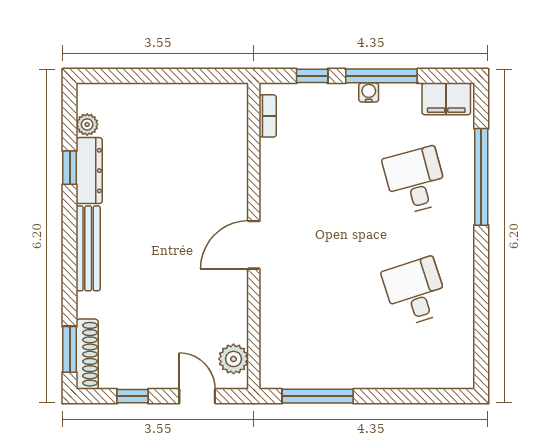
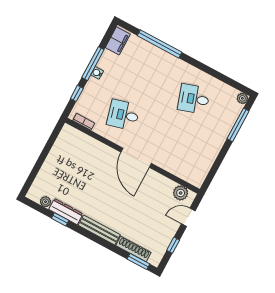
desk: (415, 181) -> (123, 115), moved
door: (254, 245) -> (136, 158), width x1.36
shoe rack: (87, 354) -> (133, 249), moved
plant: (464, 378) -> (242, 98), added
window: (318, 396) -> (238, 125), moved

